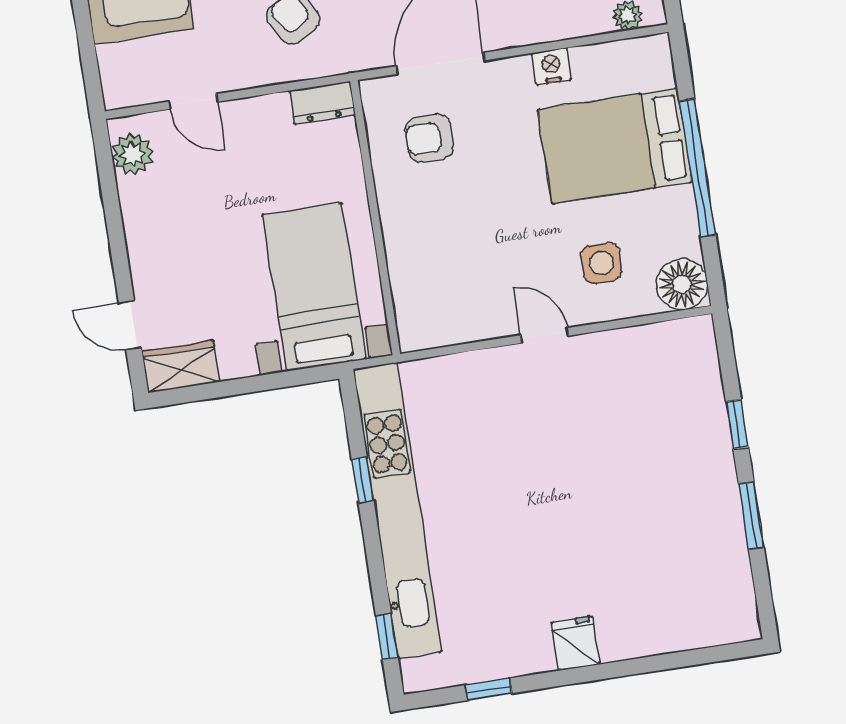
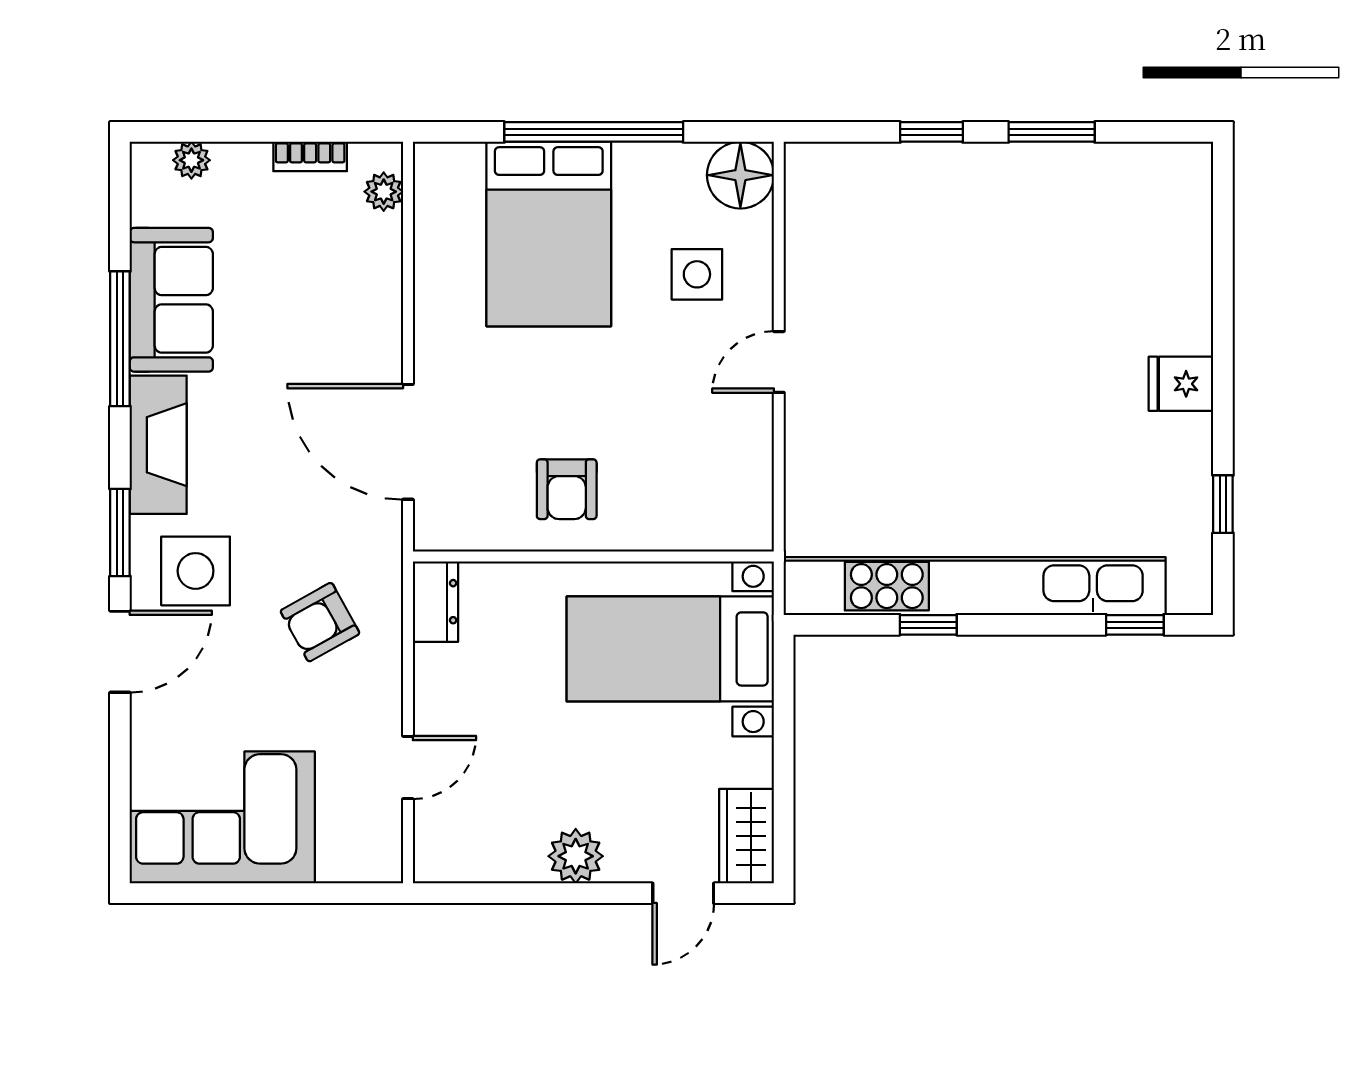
nightstand: (551, 66) -> (434, 300), removed
armchair: (429, 138) -> (567, 489), moved
plant: (132, 154) -> (576, 856), moved

